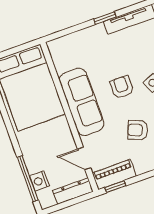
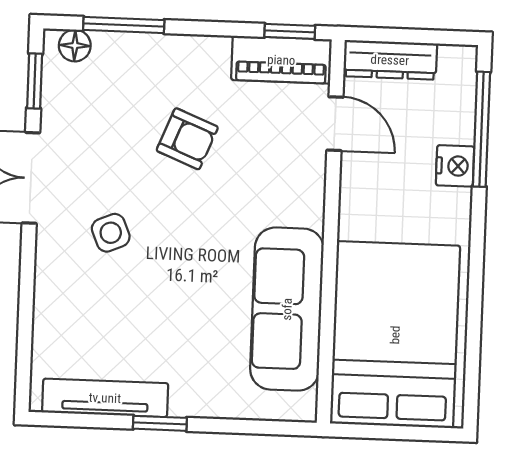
armchair: (122, 87) -> (185, 251), removed
sofa: (82, 102) -> (287, 309), moved
nightstand: (39, 181) -> (455, 166), moved

